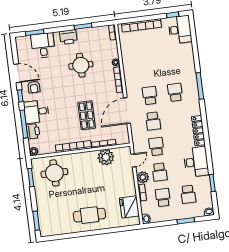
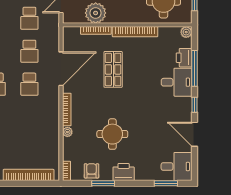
desk: (43, 45) -> (176, 166), moved, turned -90
armchair: (34, 87) -> (91, 171), moved
school desk: (153, 121) -> (29, 51), turned 180

